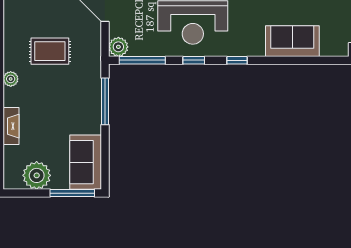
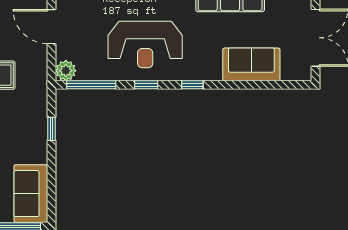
window: (105, 101) -> (52, 129), width x0.46

